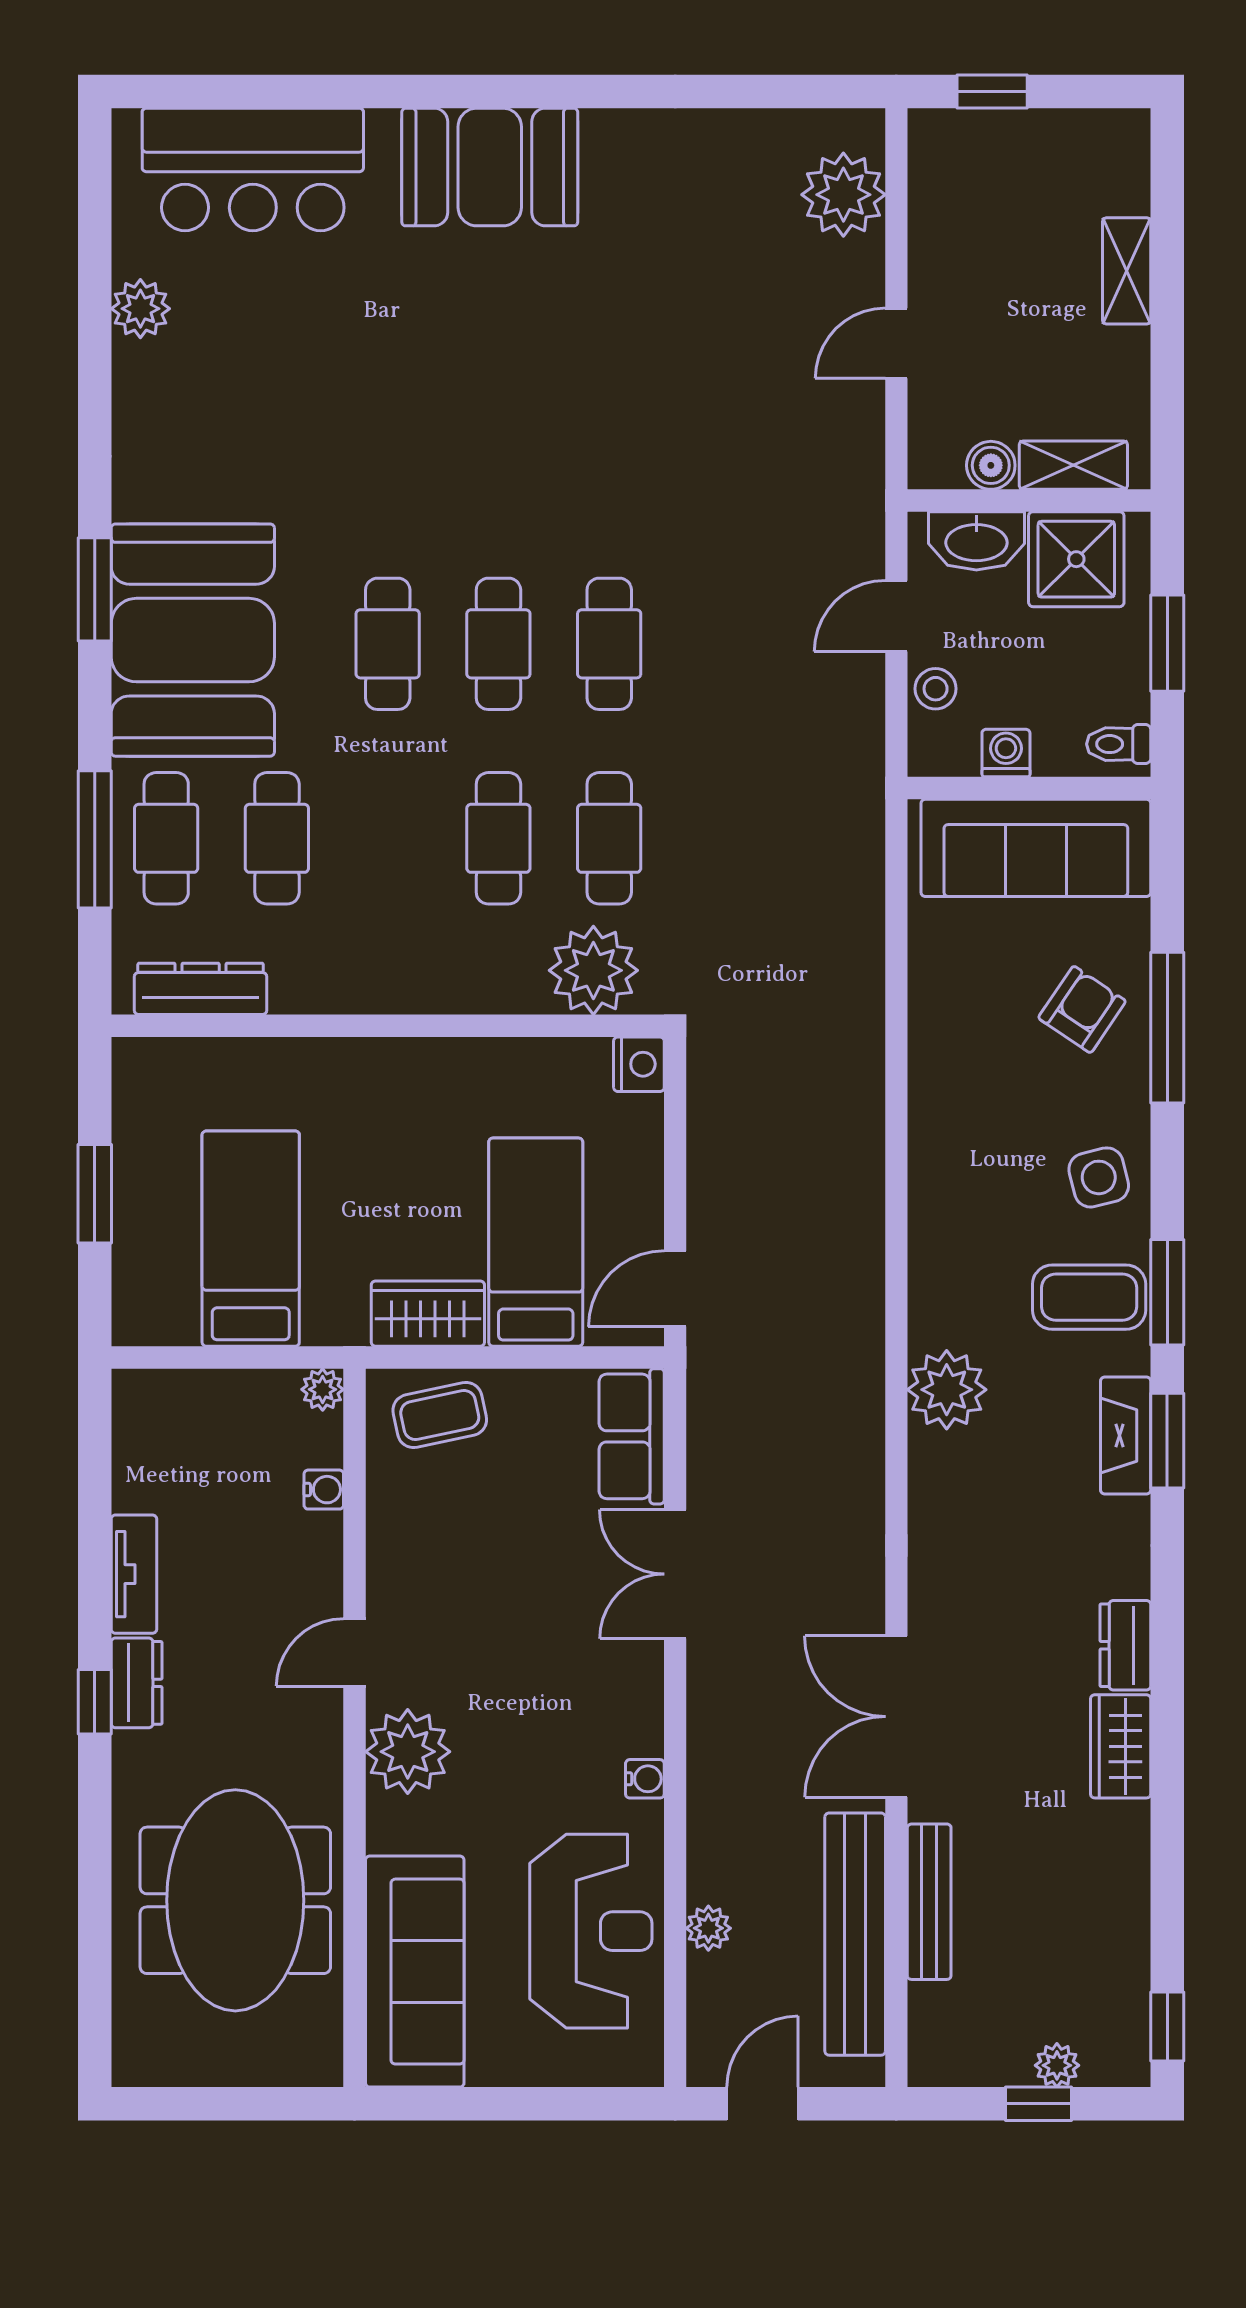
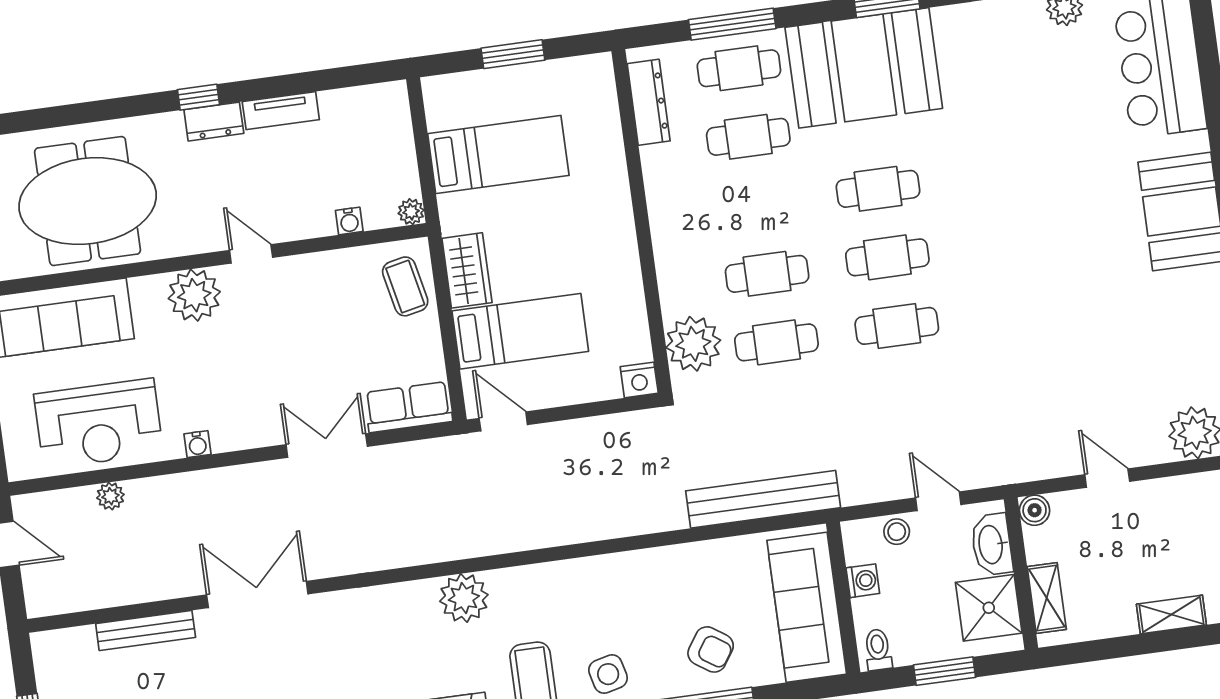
boiler: (991, 465) -> (1035, 510), moved
bench: (855, 1934) -> (763, 499), moved

